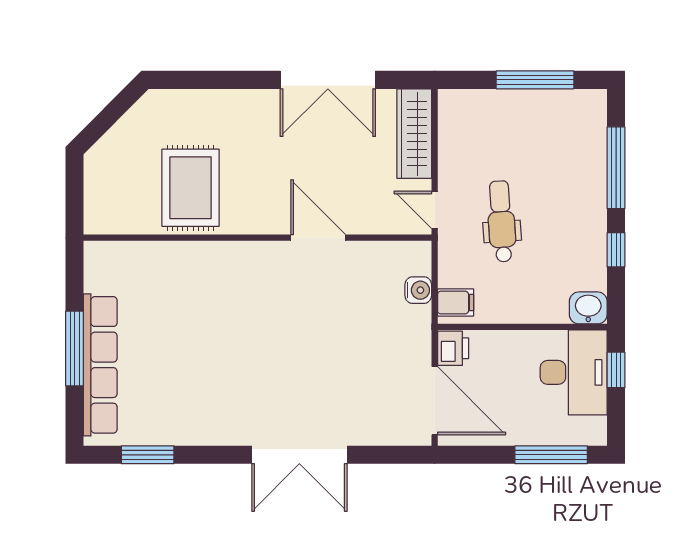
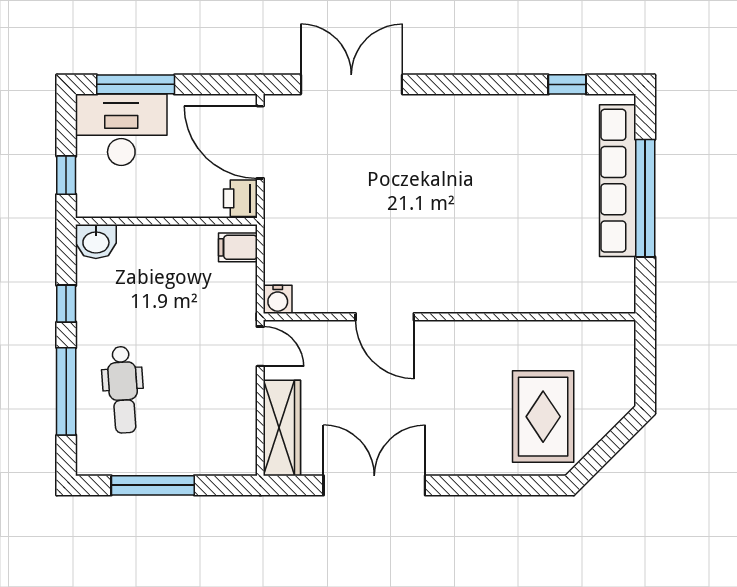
rug: (191, 188) -> (543, 417), moved
dental chair: (501, 221) -> (123, 390), moved
water cooler: (418, 290) -> (278, 299), moved, turned -90
window: (75, 348) -> (645, 198), width x1.46
desk: (574, 372) -> (121, 130), moved, turned 90
window: (148, 455) -> (567, 84), width x0.67
double door: (299, 455) -> (351, 84), moved

